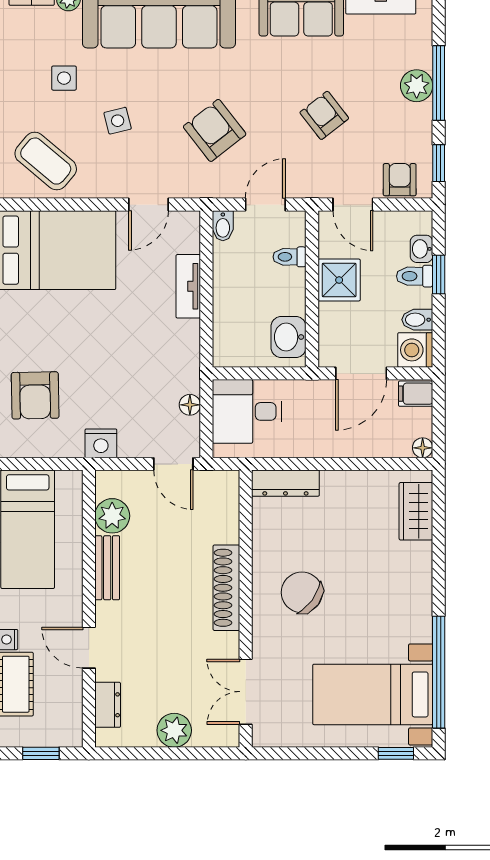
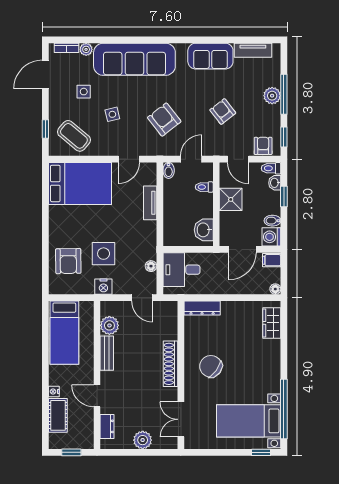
toilet: (415, 276) -> (271, 168), moved
side table: (101, 381) -> (104, 254), added

